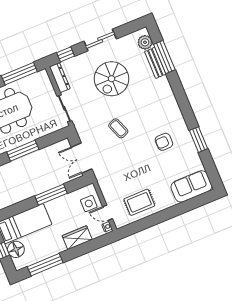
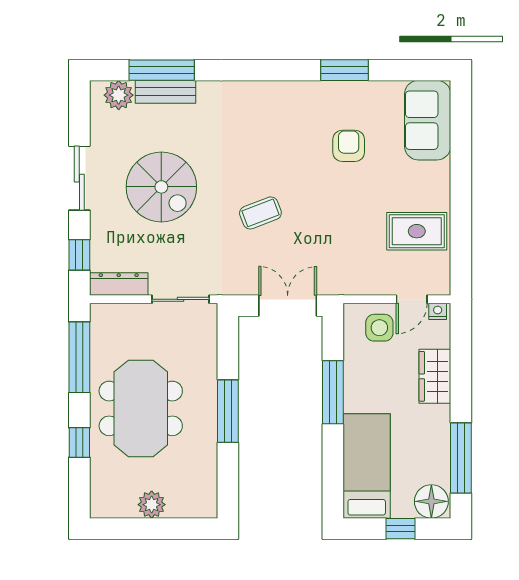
armchair: (164, 142) -> (349, 146), moved, turned 180
double door: (82, 158) -> (288, 306), swing flipped
rug: (139, 202) -> (417, 231), turned 90
floor lamp: (16, 249) -> (431, 501), moved

